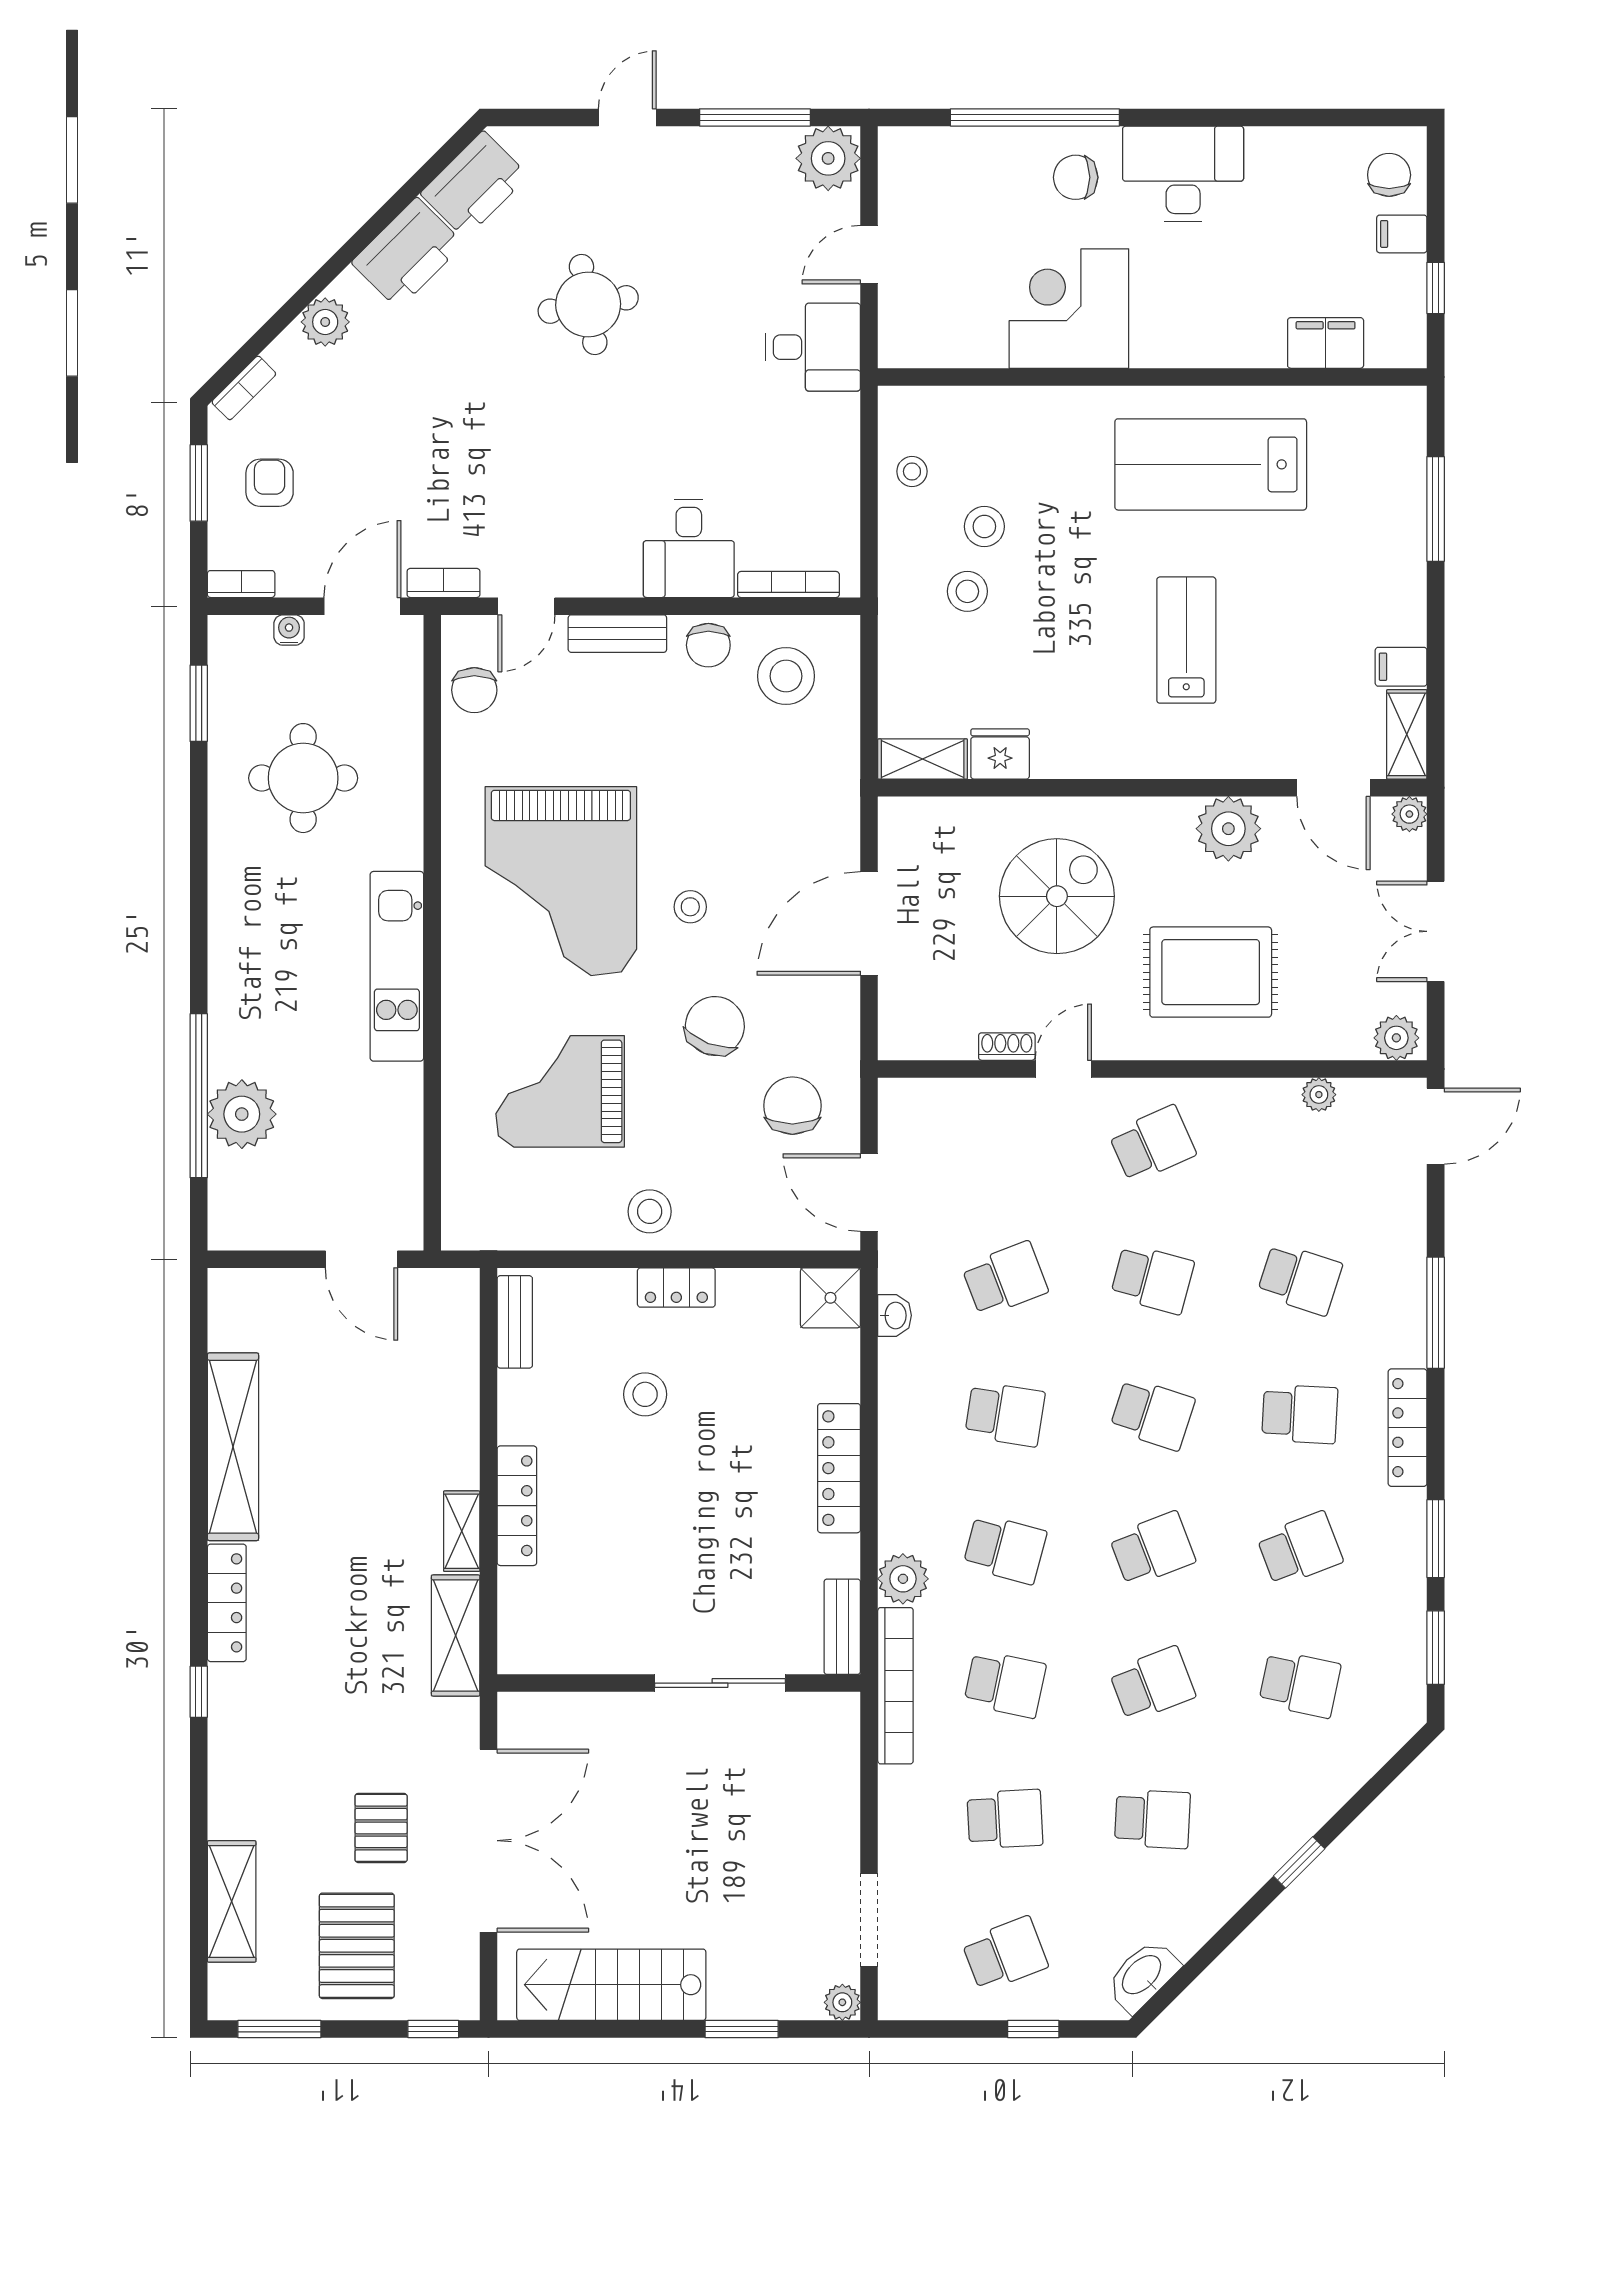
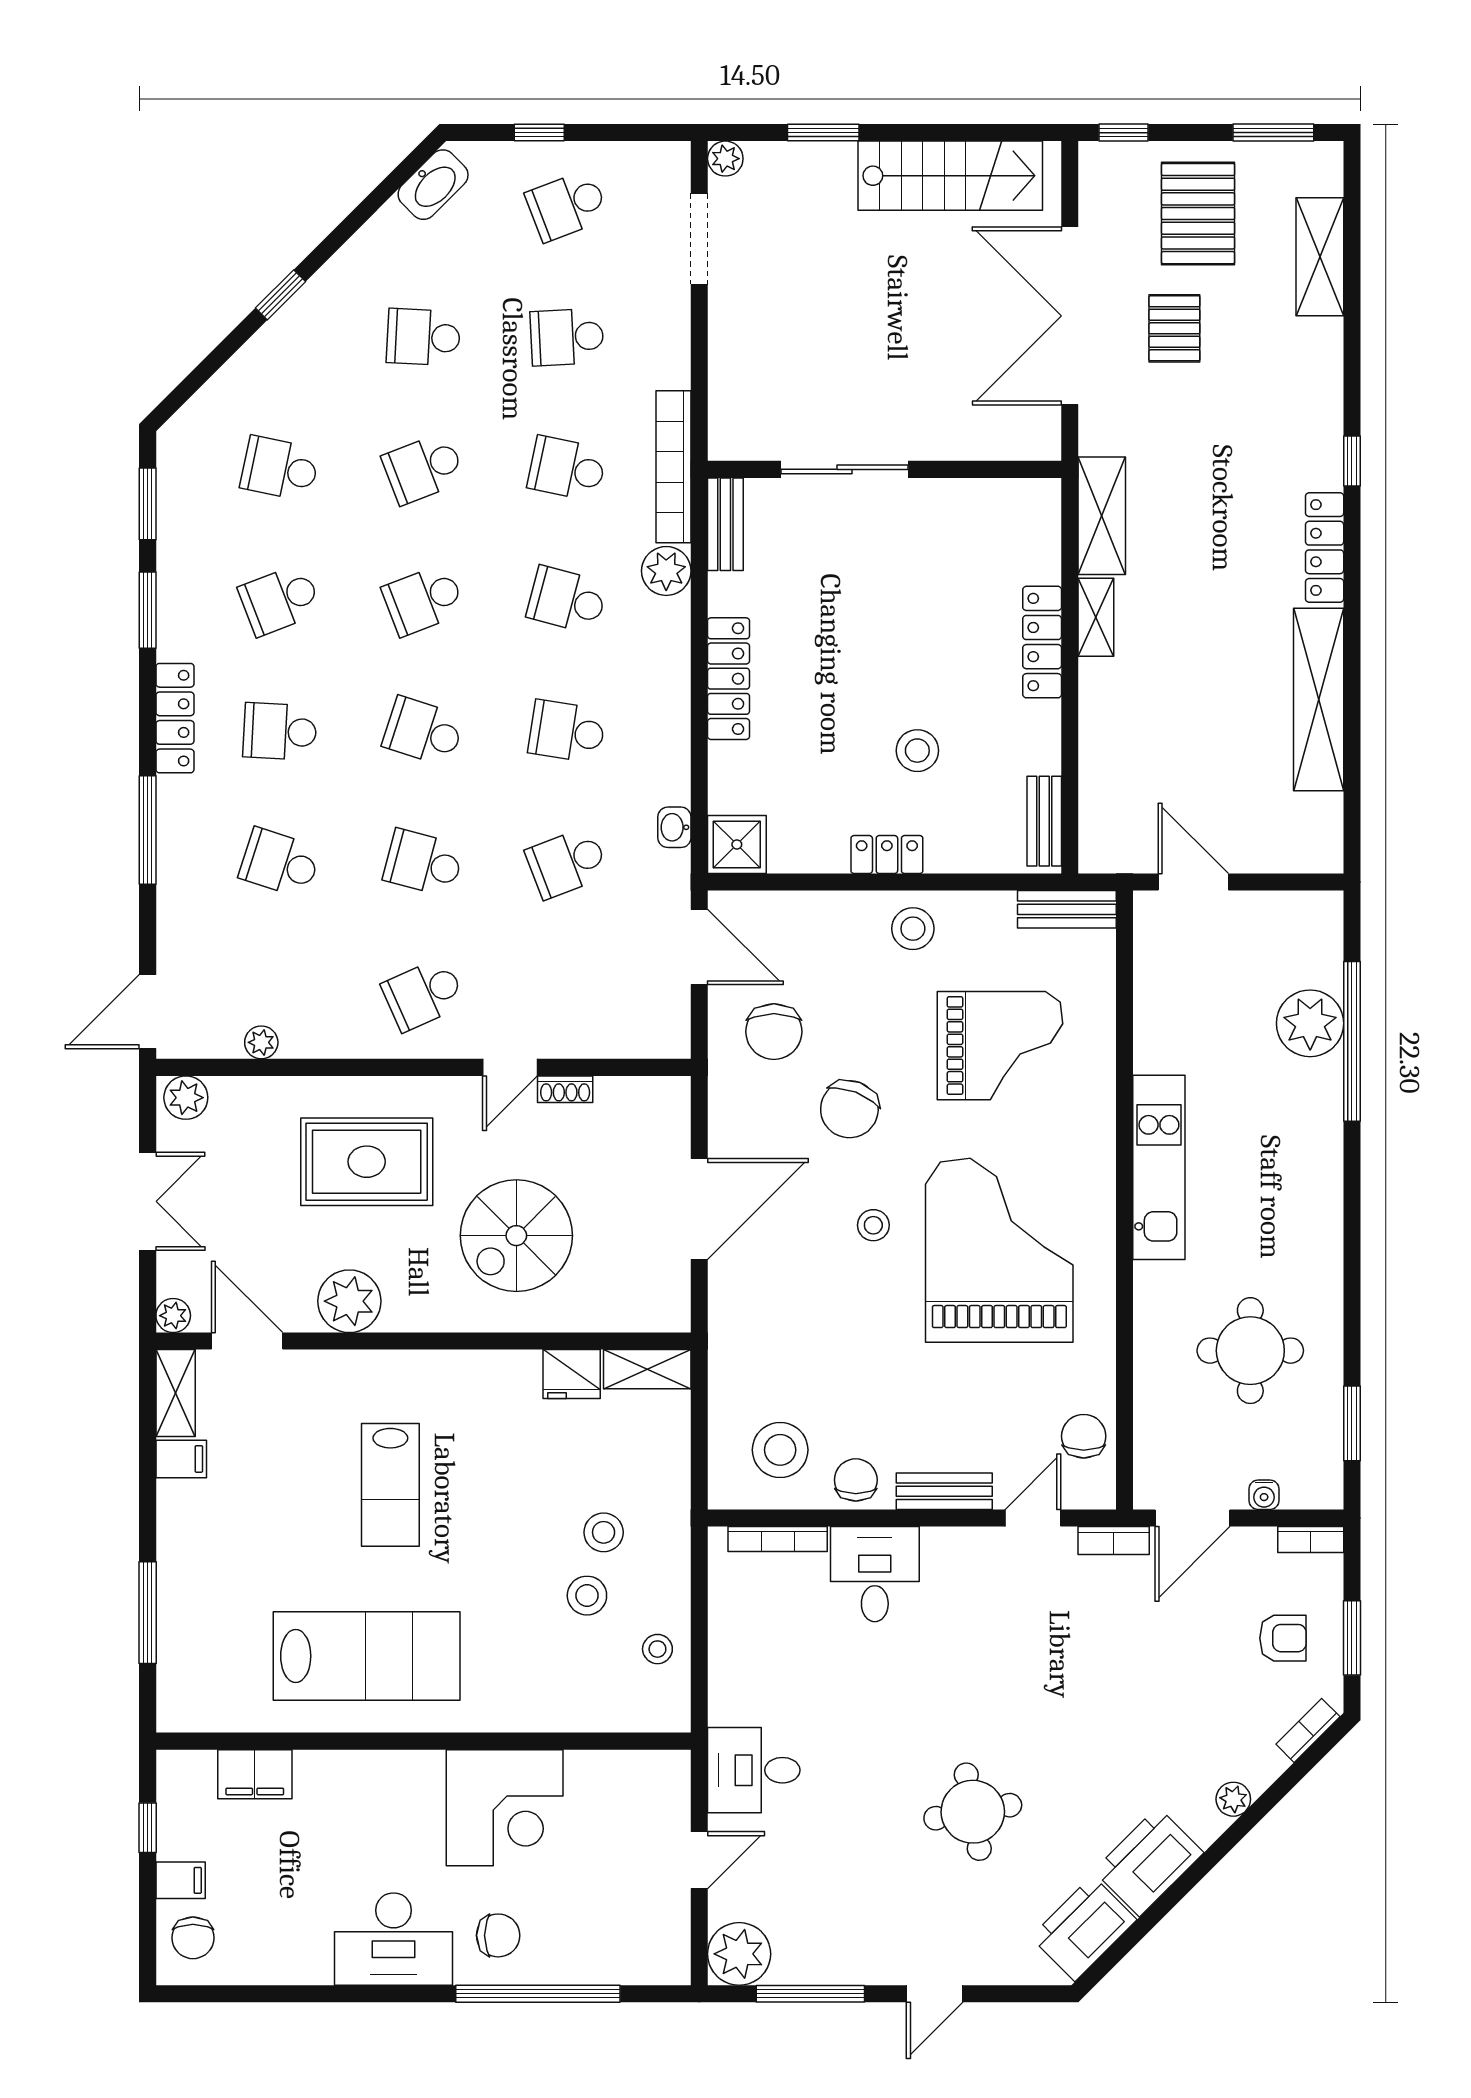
plant: (325, 322) -> (1233, 1799), width x0.73, depth x0.73
armchair: (270, 483) -> (1283, 1638), turned -90
bench: (491, 1231) -> (1067, 909), added

